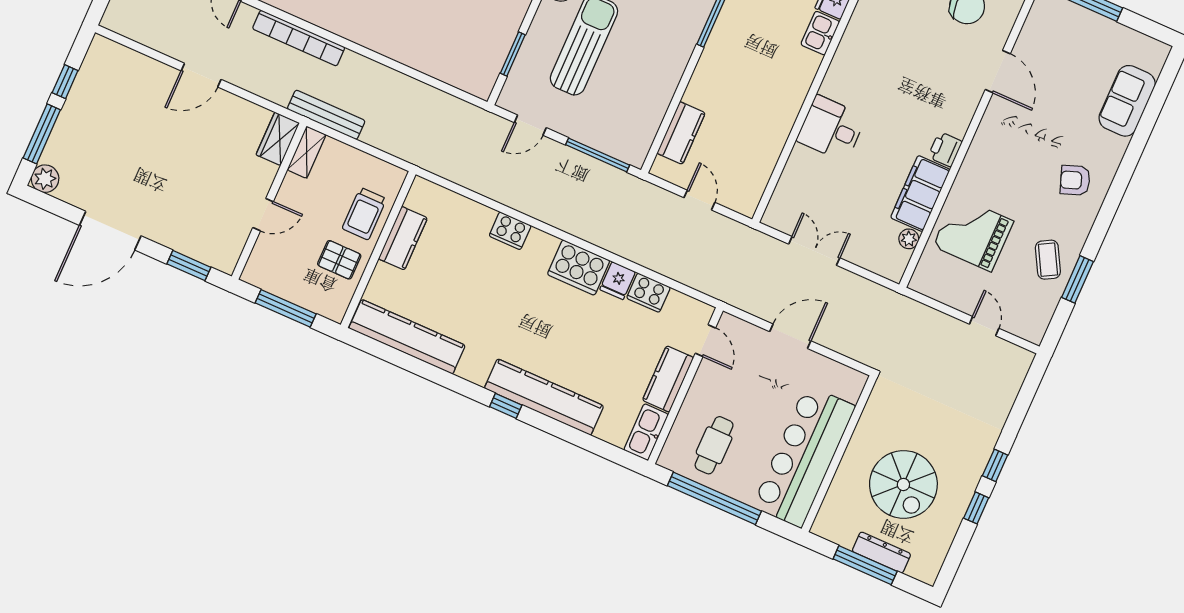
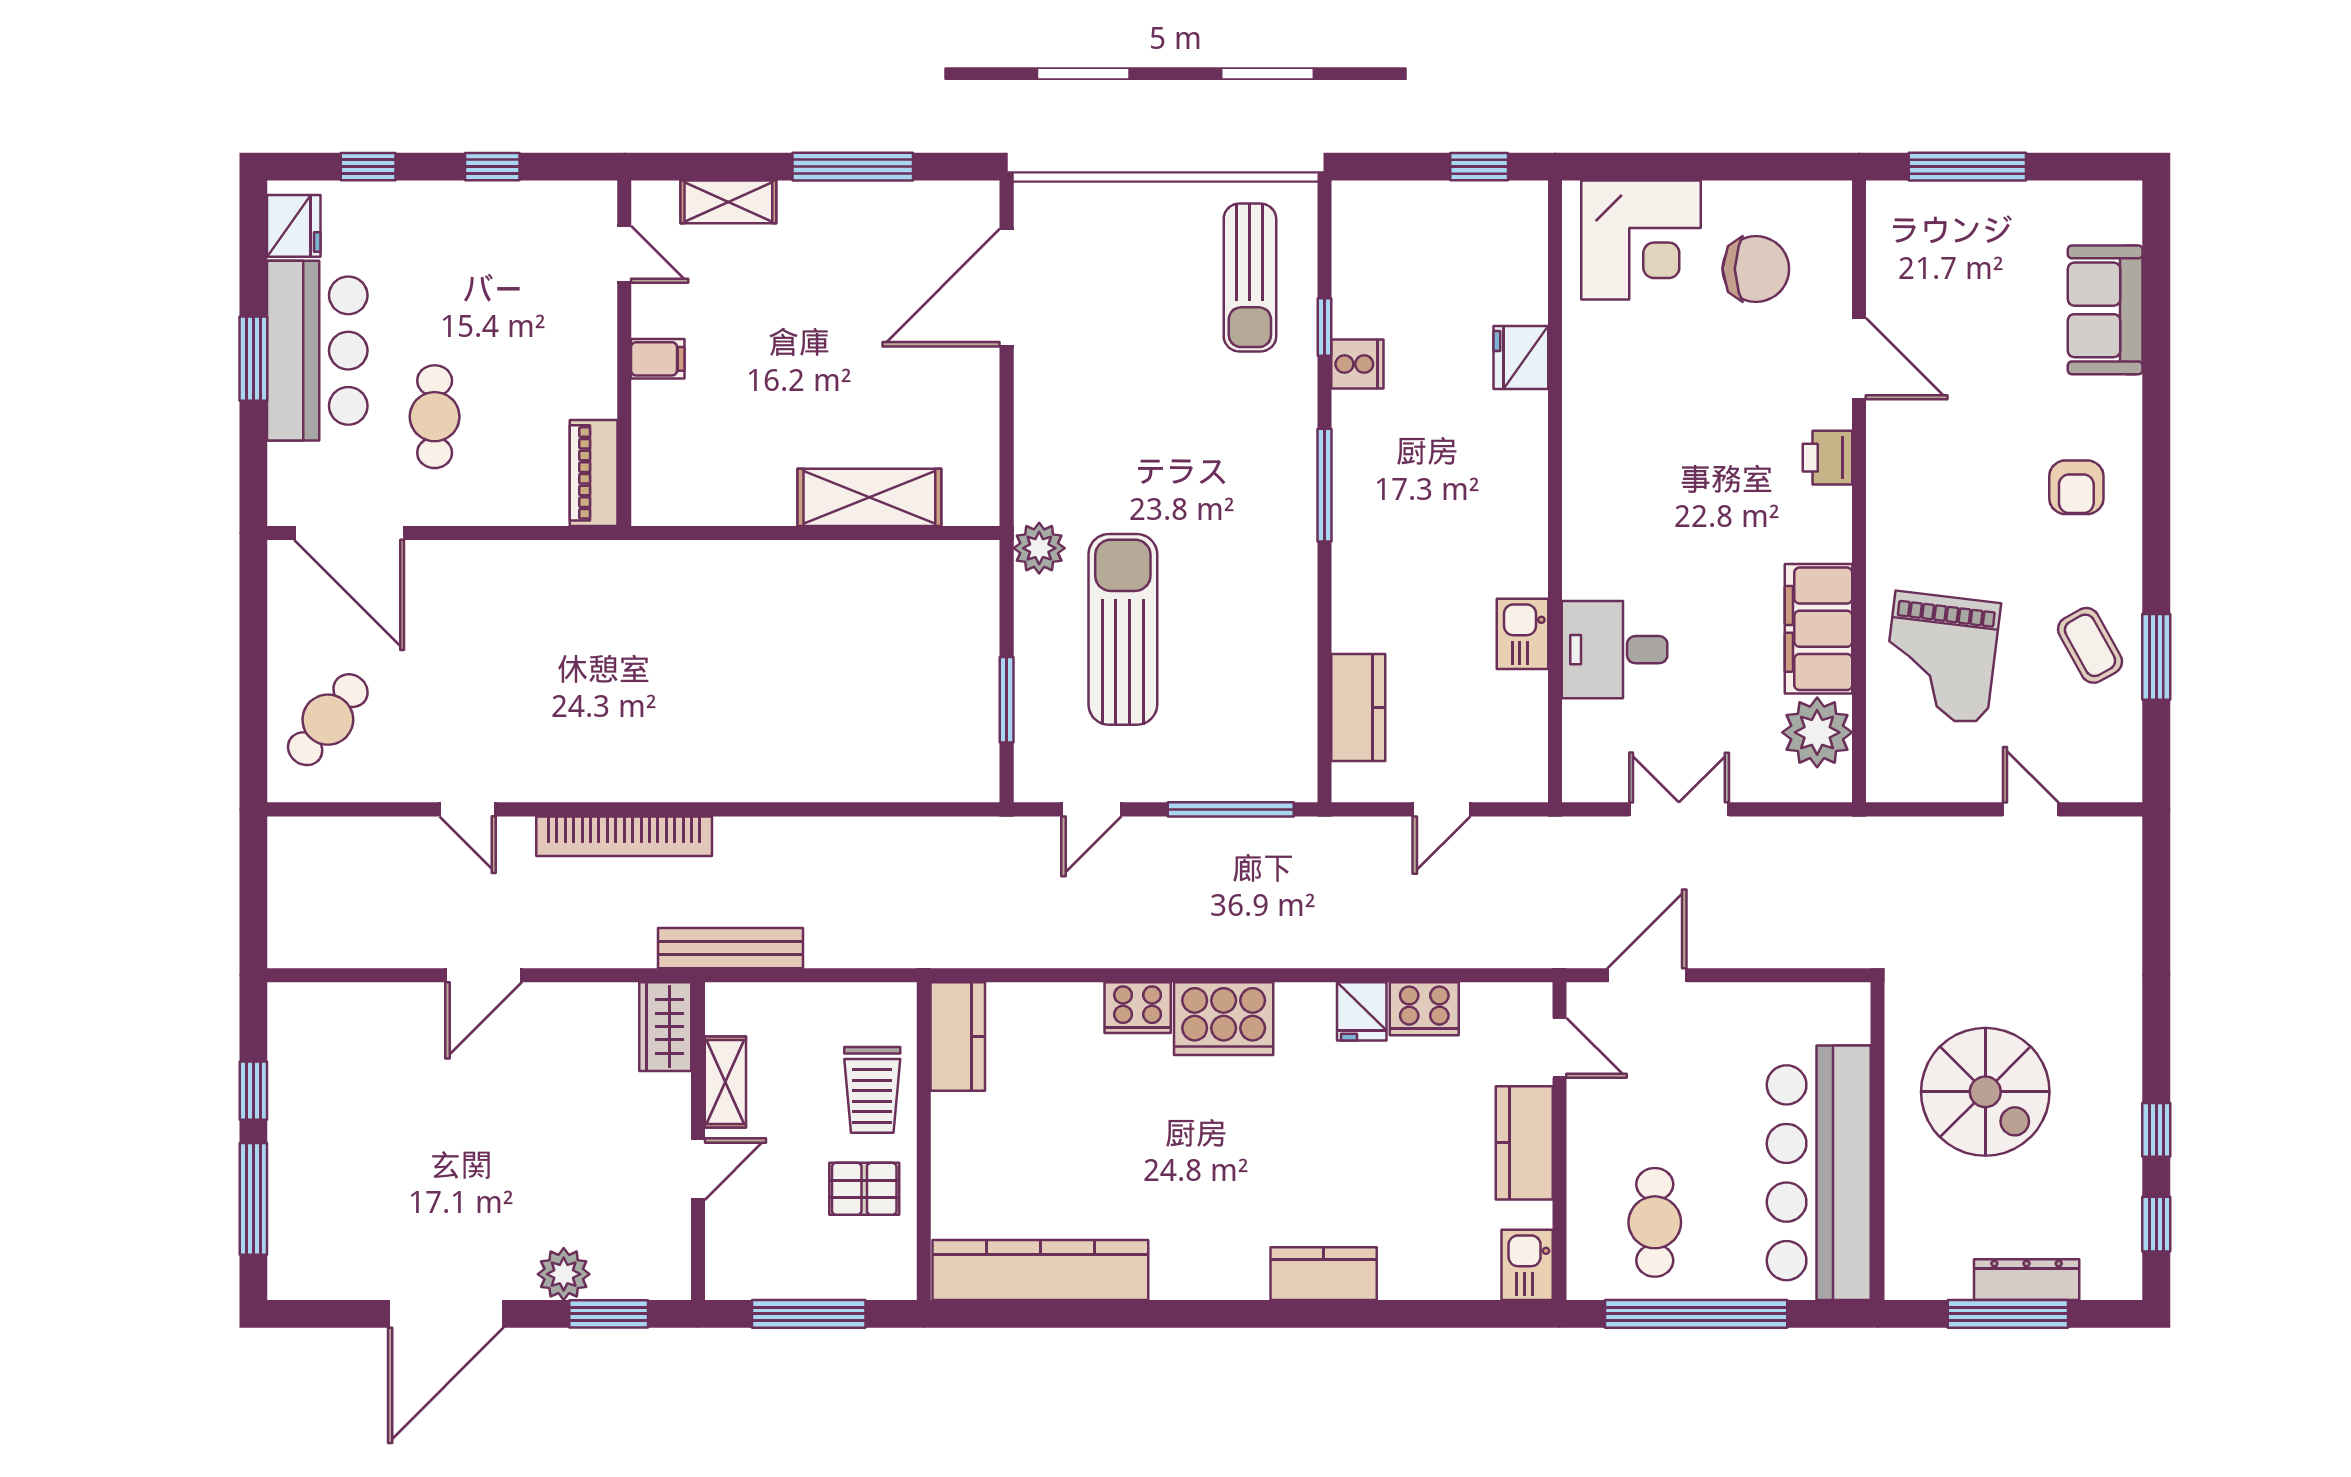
kitchen sink: (820, 33) -> (1523, 634), moved
desk: (831, 128) -> (1615, 650), moved
printer: (945, 149) -> (1828, 458), moved
shelving: (307, 152) -> (725, 1082), moved
plant: (45, 179) -> (564, 1274), moved
armchair: (1075, 180) -> (2076, 487), turned -70
door: (699, 200) -> (1441, 809), swing flipped
grand piano: (973, 234) -> (1941, 658), turned -83
kitchen counter: (403, 238) -> (958, 1037), moved
plant: (909, 239) -> (1817, 732), width x1.88, depth x1.88
cooker: (579, 267) -> (1224, 1019), moved
door: (790, 336) -> (1647, 975), moved
kitchen counter: (544, 397) -> (1324, 1274), width x0.48, depth x0.86
window: (506, 406) -> (1264, 1314), removed
kitchen sink: (646, 432) -> (1527, 1265), width x0.73
window: (995, 465) -> (2156, 1224), moved
spiral stairs: (903, 484) -> (1985, 1092), moved

